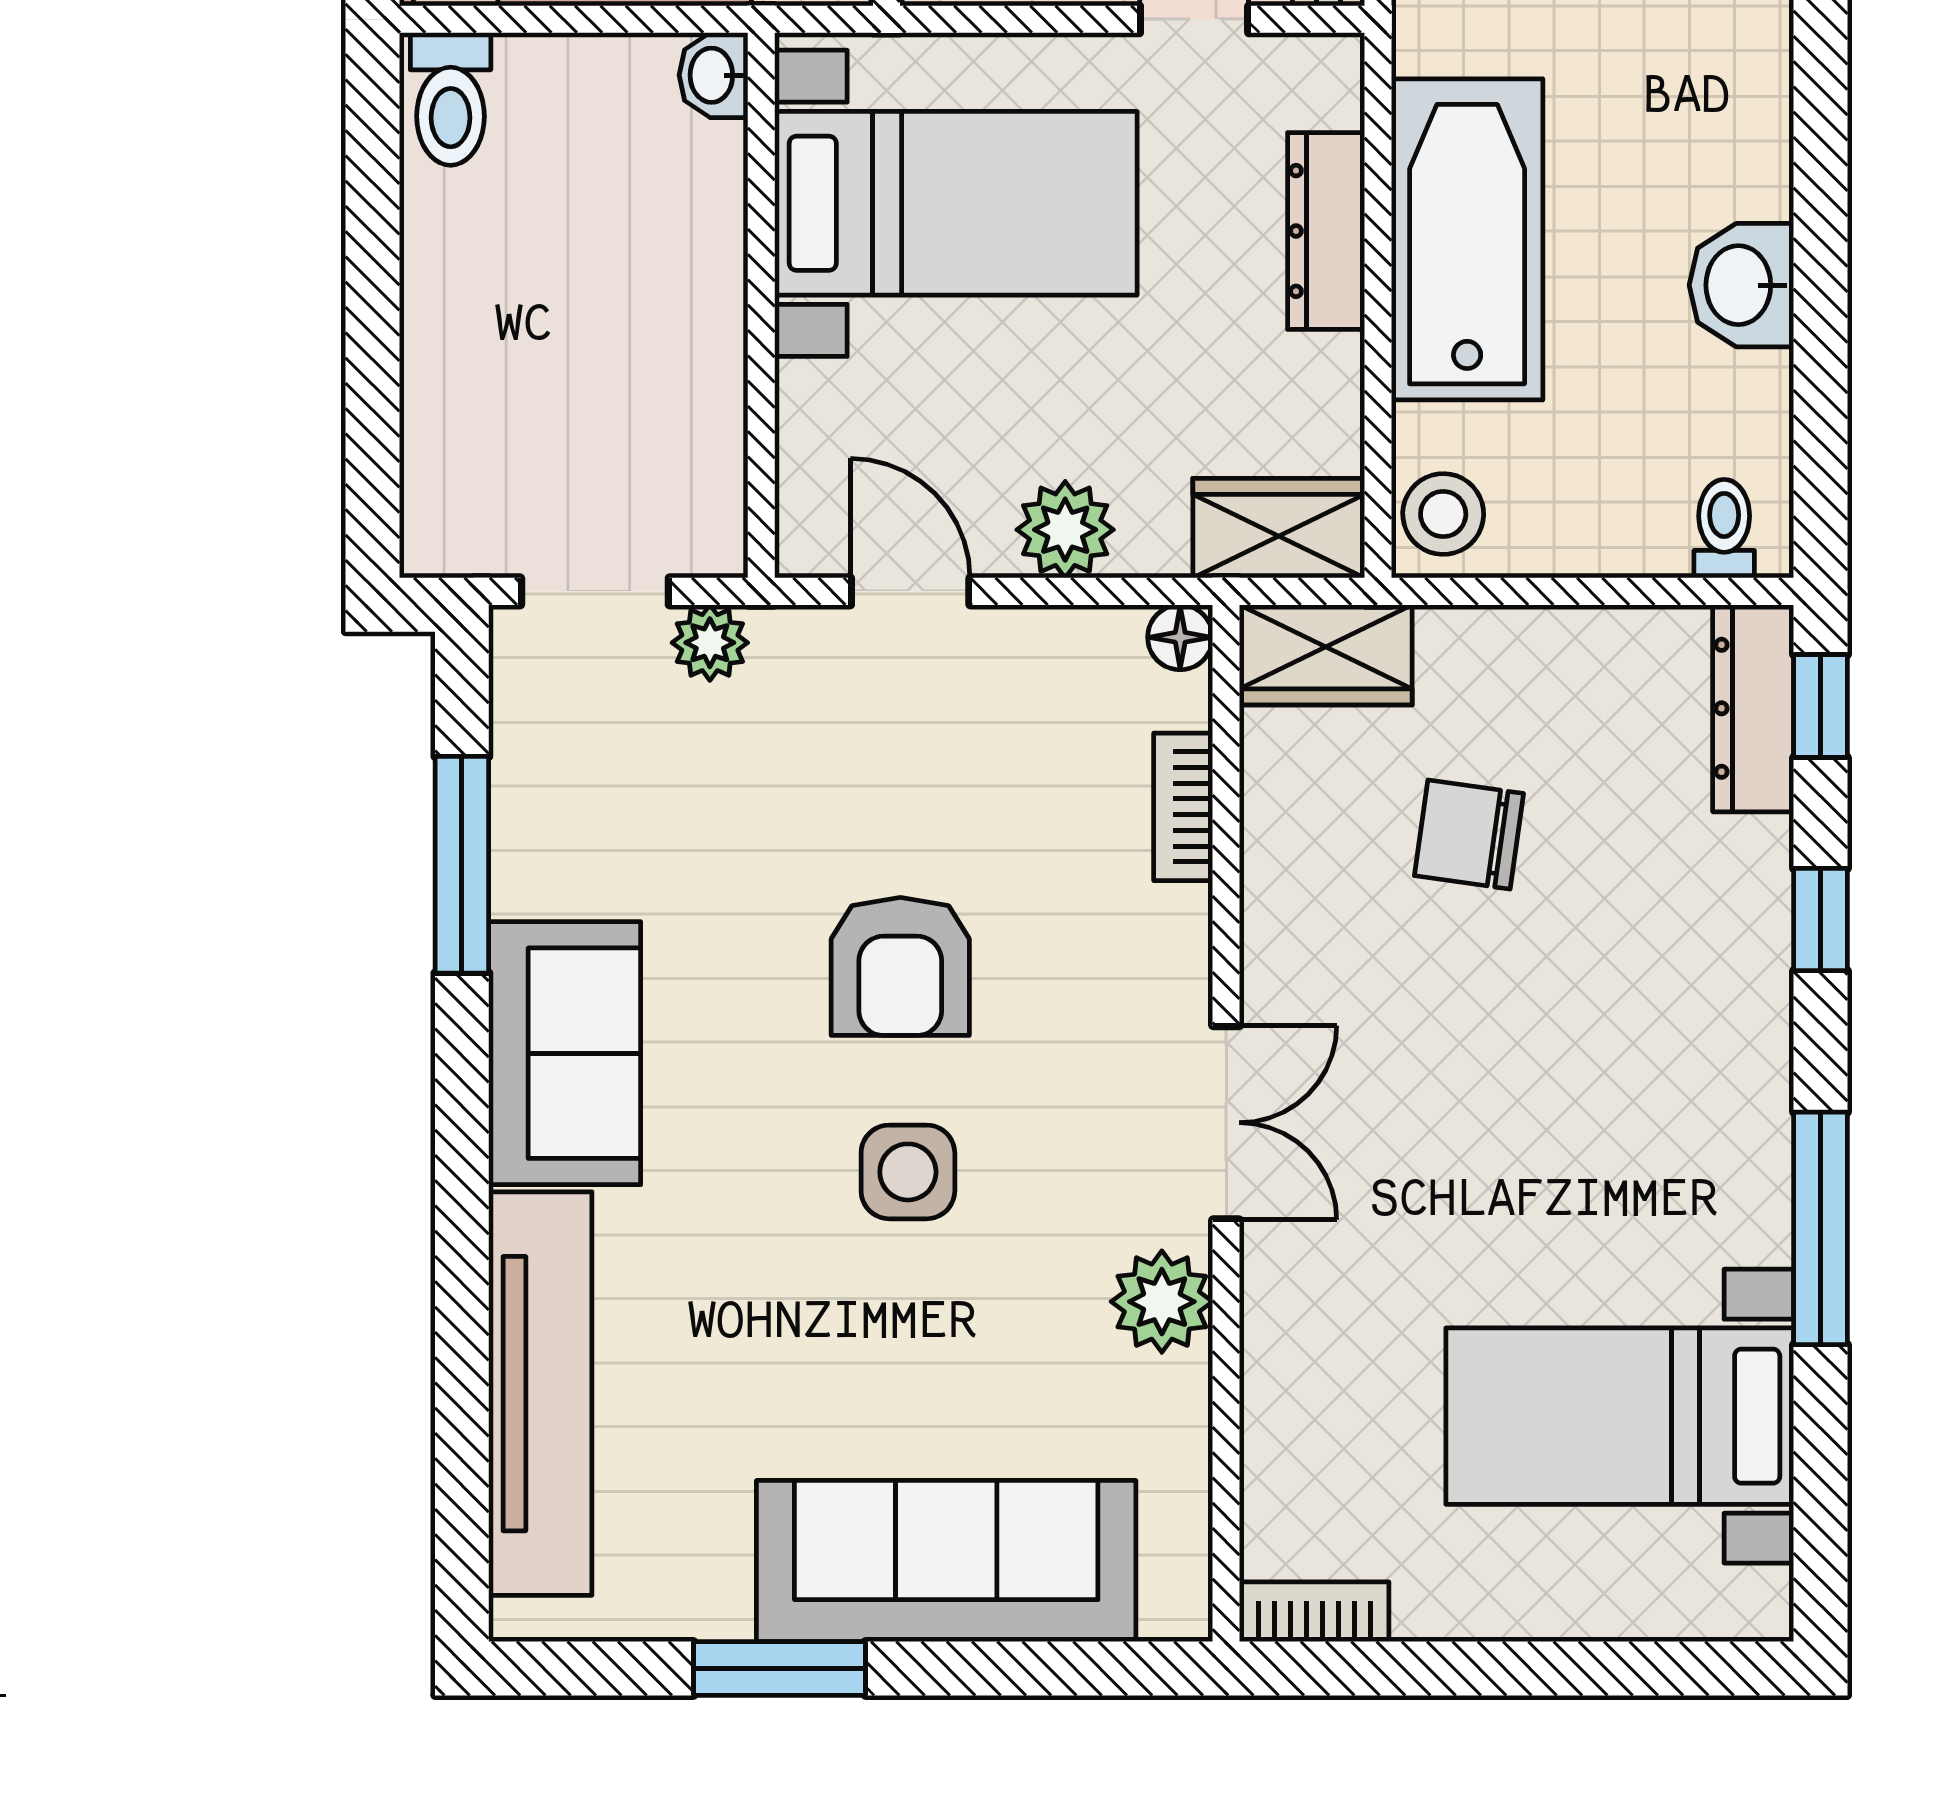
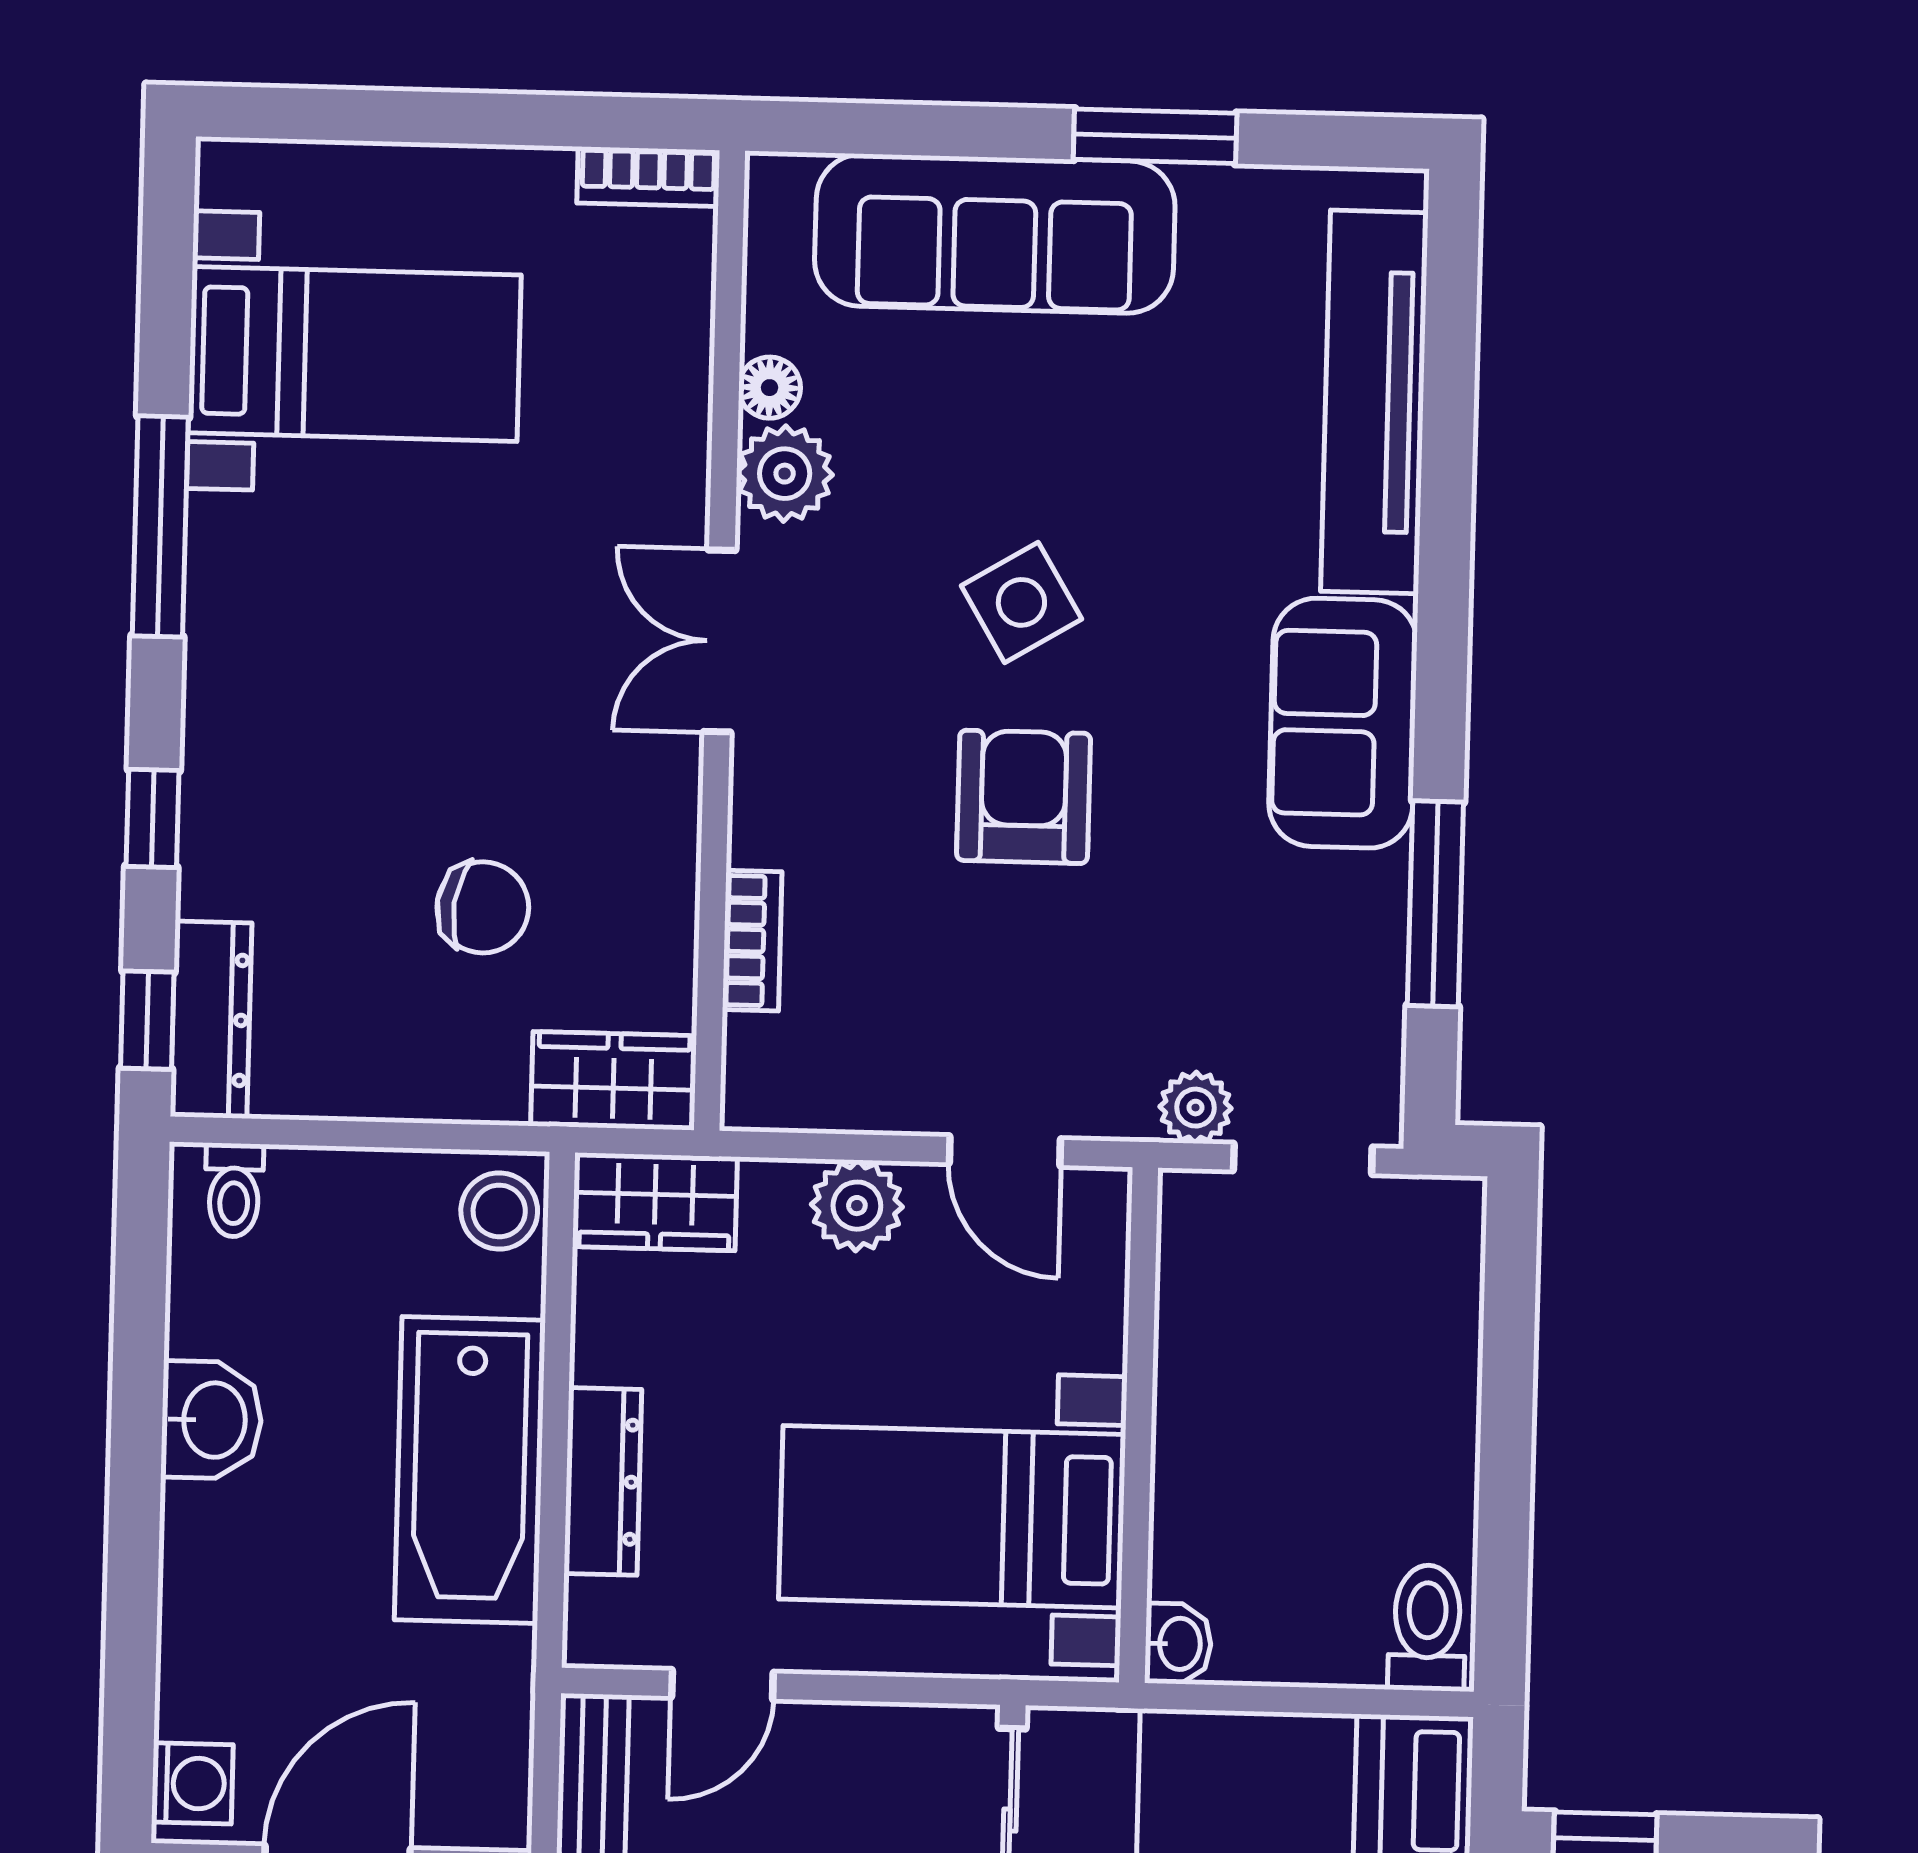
floor lamp: (1180, 637) -> (770, 388), moved
side table: (908, 1172) -> (1021, 602), turned -31

